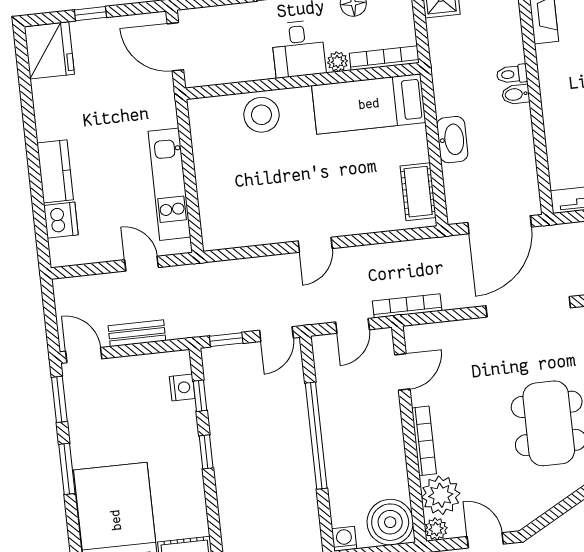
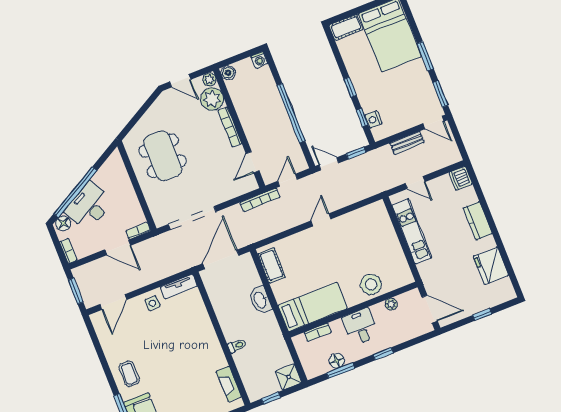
fridge: (49, 50) -> (491, 266), moved
bookcase: (384, 58) -> (318, 332), width x0.64
plant: (338, 62) -> (391, 304), moved
bidet: (516, 94) -> (232, 335), removed
dishwasher: (61, 220) -> (461, 178), moved
door: (276, 334) -> (329, 164), hinge flipped
boiler: (390, 522) -> (228, 73), width x0.54, depth x0.54

